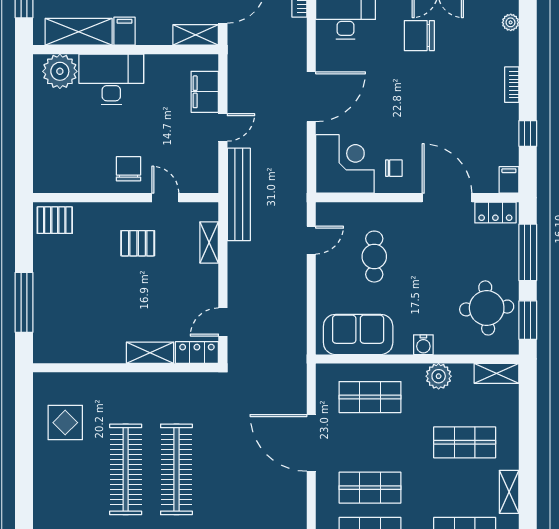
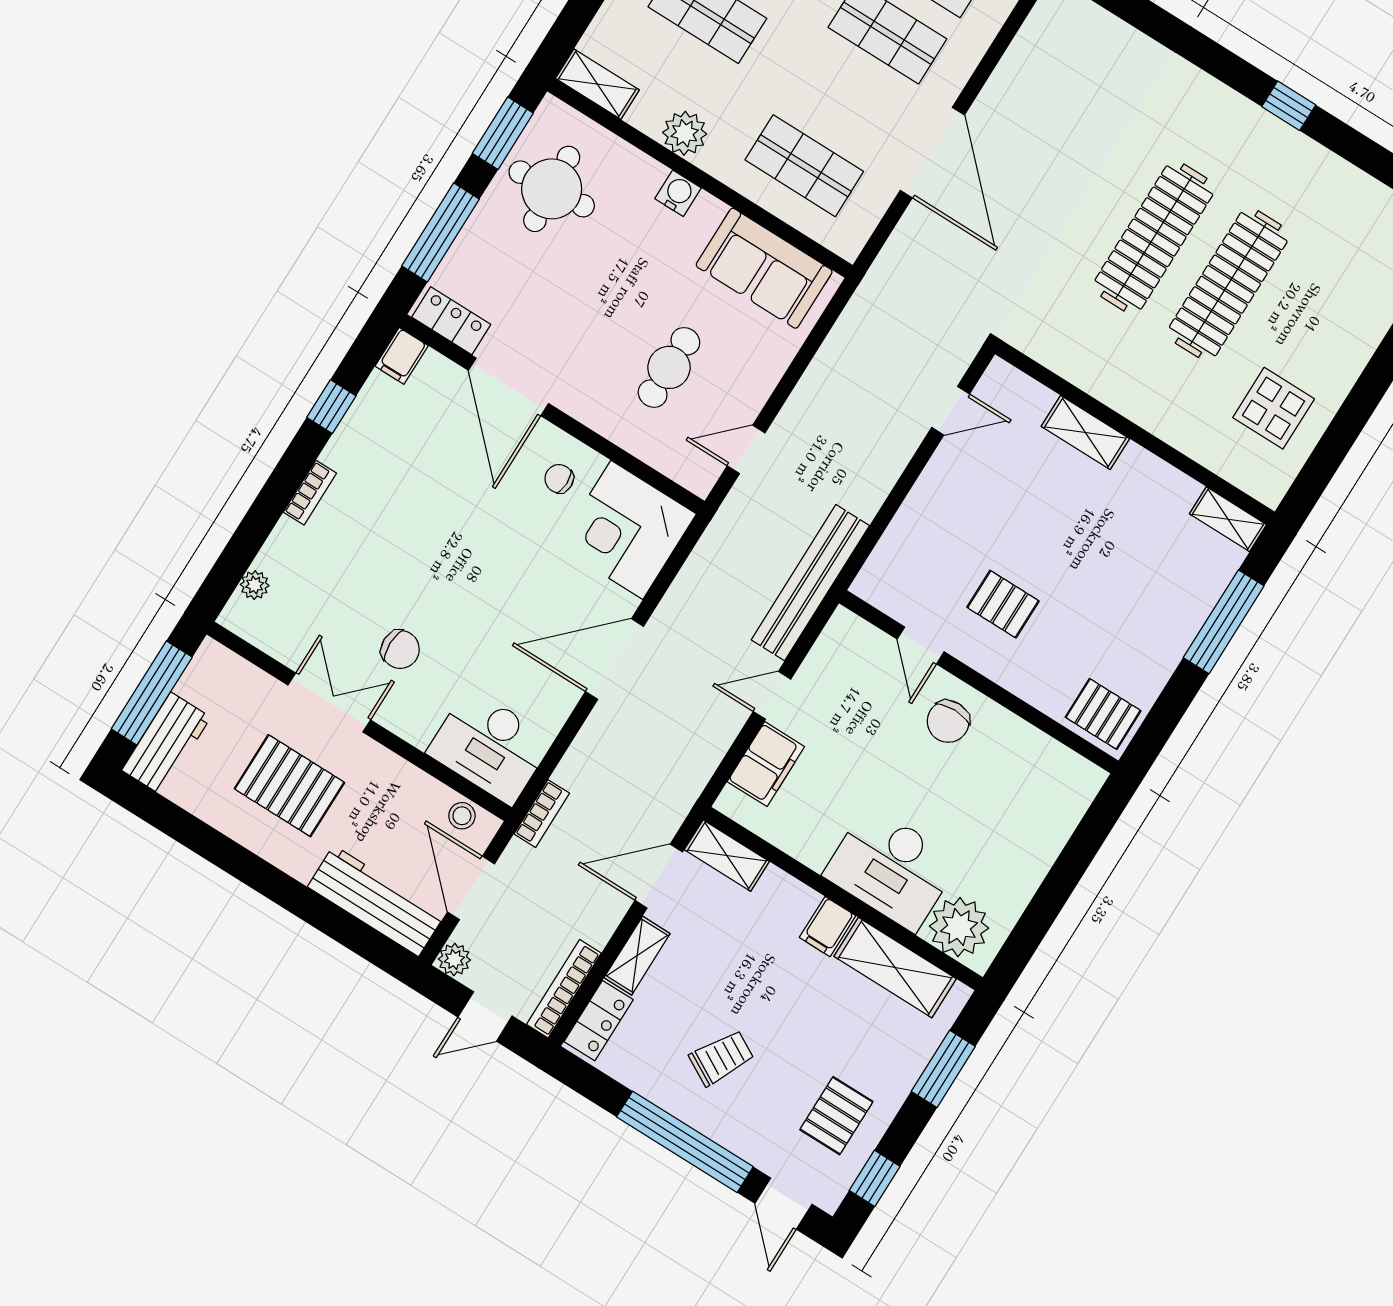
chair: (419, 36) -> (400, 649), width x0.73, depth x0.73
shelving: (209, 242) -> (1228, 519), moved, turned 90
locker: (197, 352) -> (1017, 390), removed

